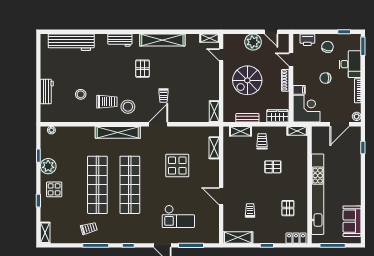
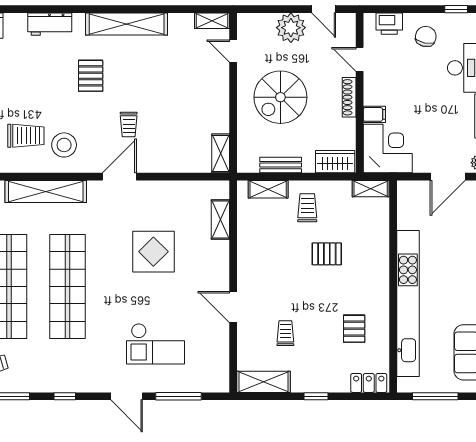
chair: (325, 78) -> (422, 93), removed

